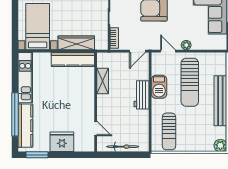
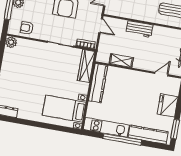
wardrobe: (76, 43) -> (86, 66), moved
barbecue: (159, 87) -> (135, 13), removed
window: (15, 114) -> (122, 139), moved

